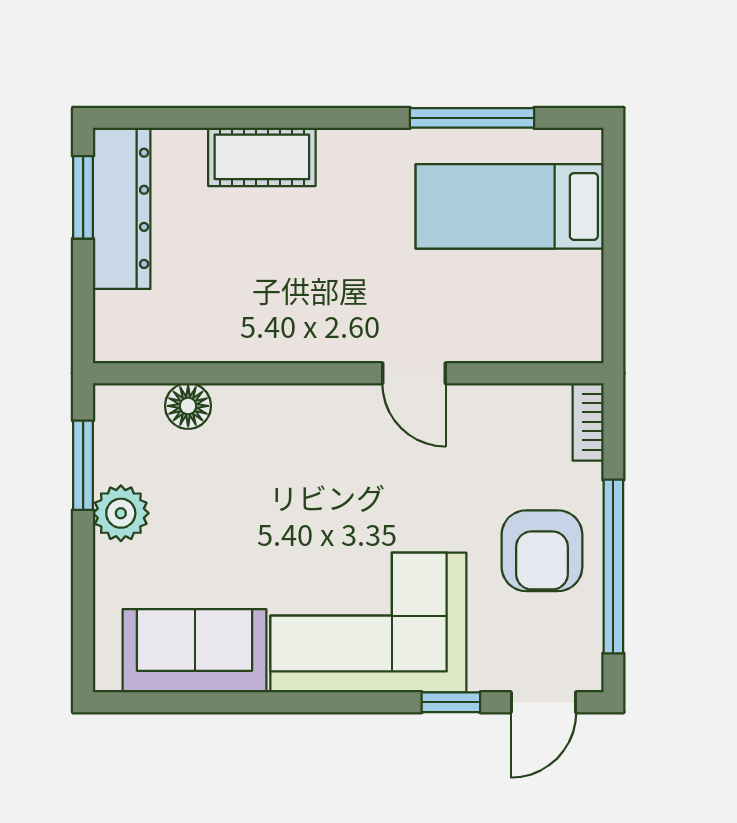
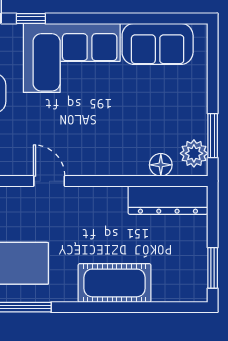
cot: (262, 157) -> (115, 283), width x1.37, depth x1.34
dresser: (122, 208) -> (168, 200), moved, turned -90
plant: (121, 513) -> (194, 153), moved

